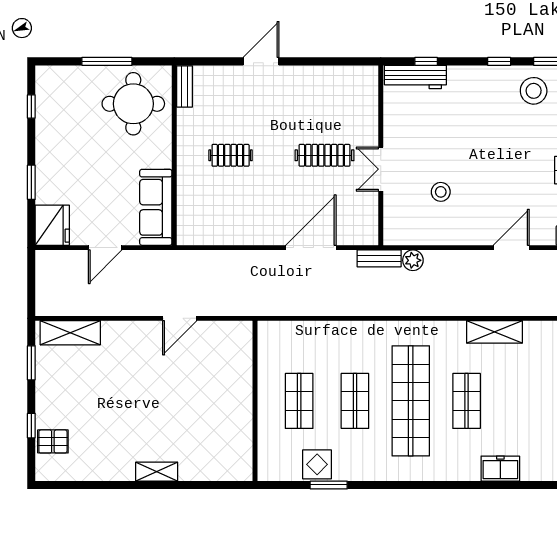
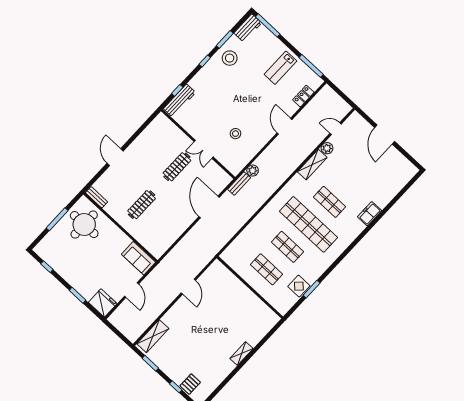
clothes rail: (231, 155) -> (142, 205), width x1.36
sofa: (156, 207) -> (139, 258), width x0.73
plant: (534, 331) -> (327, 148), added

